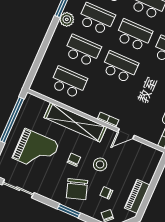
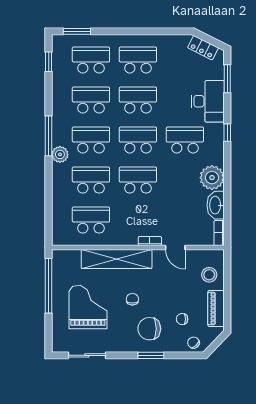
door: (126, 134) -> (175, 248), hinge flipped
grand piano: (36, 151) -> (88, 307), turned -90
stool: (100, 164) -> (209, 275), moved
chair: (77, 189) -> (149, 329), turned 108

